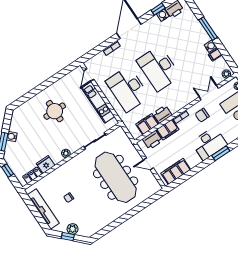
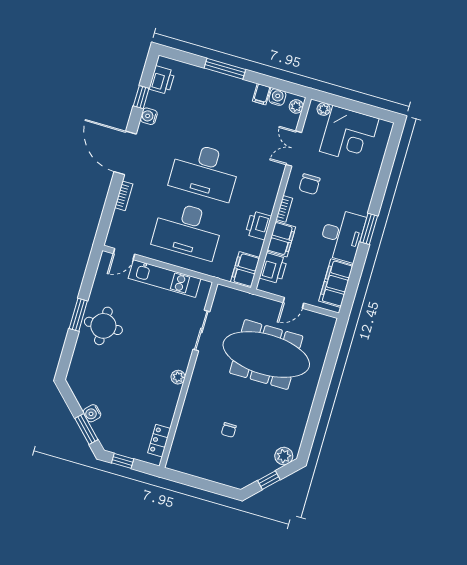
water cooler: (163, 15) -> (149, 116), moved
water cooler: (210, 46) -> (277, 97), moved
door: (89, 75) -> (124, 254), hinge flipped
window: (44, 85) -> (78, 315), added
round table: (55, 111) -> (103, 326), moved
filing cabinet: (147, 124) -> (245, 270), moved
desk: (209, 143) -> (342, 235), moved
window: (221, 153) -> (369, 229), moved
fridge: (46, 164) -> (164, 413), removed
tv unit: (43, 209) -> (209, 471), removed
plant: (73, 229) -> (284, 456), moved

